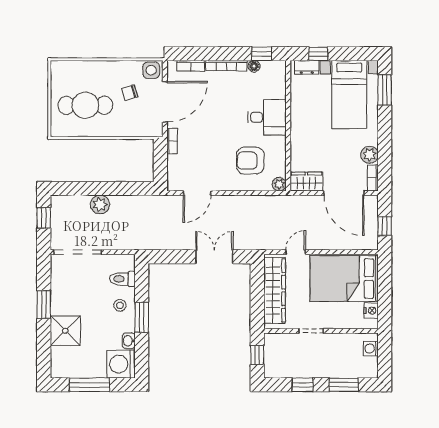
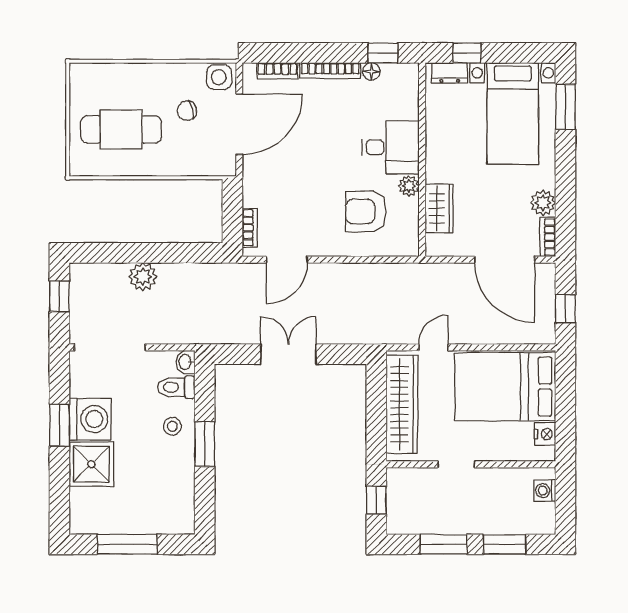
bookcase: (172, 141) -> (250, 228), moved
wardrobe: (306, 182) -> (439, 208), moved, turned 90
plant: (279, 184) -> (409, 186), moved
double door: (214, 257) -> (288, 354), moved
washbasin: (129, 341) -> (185, 362), moved
washing machine: (121, 364) -> (90, 419), moved, turned 180
window: (303, 385) -> (444, 544), width x1.50

